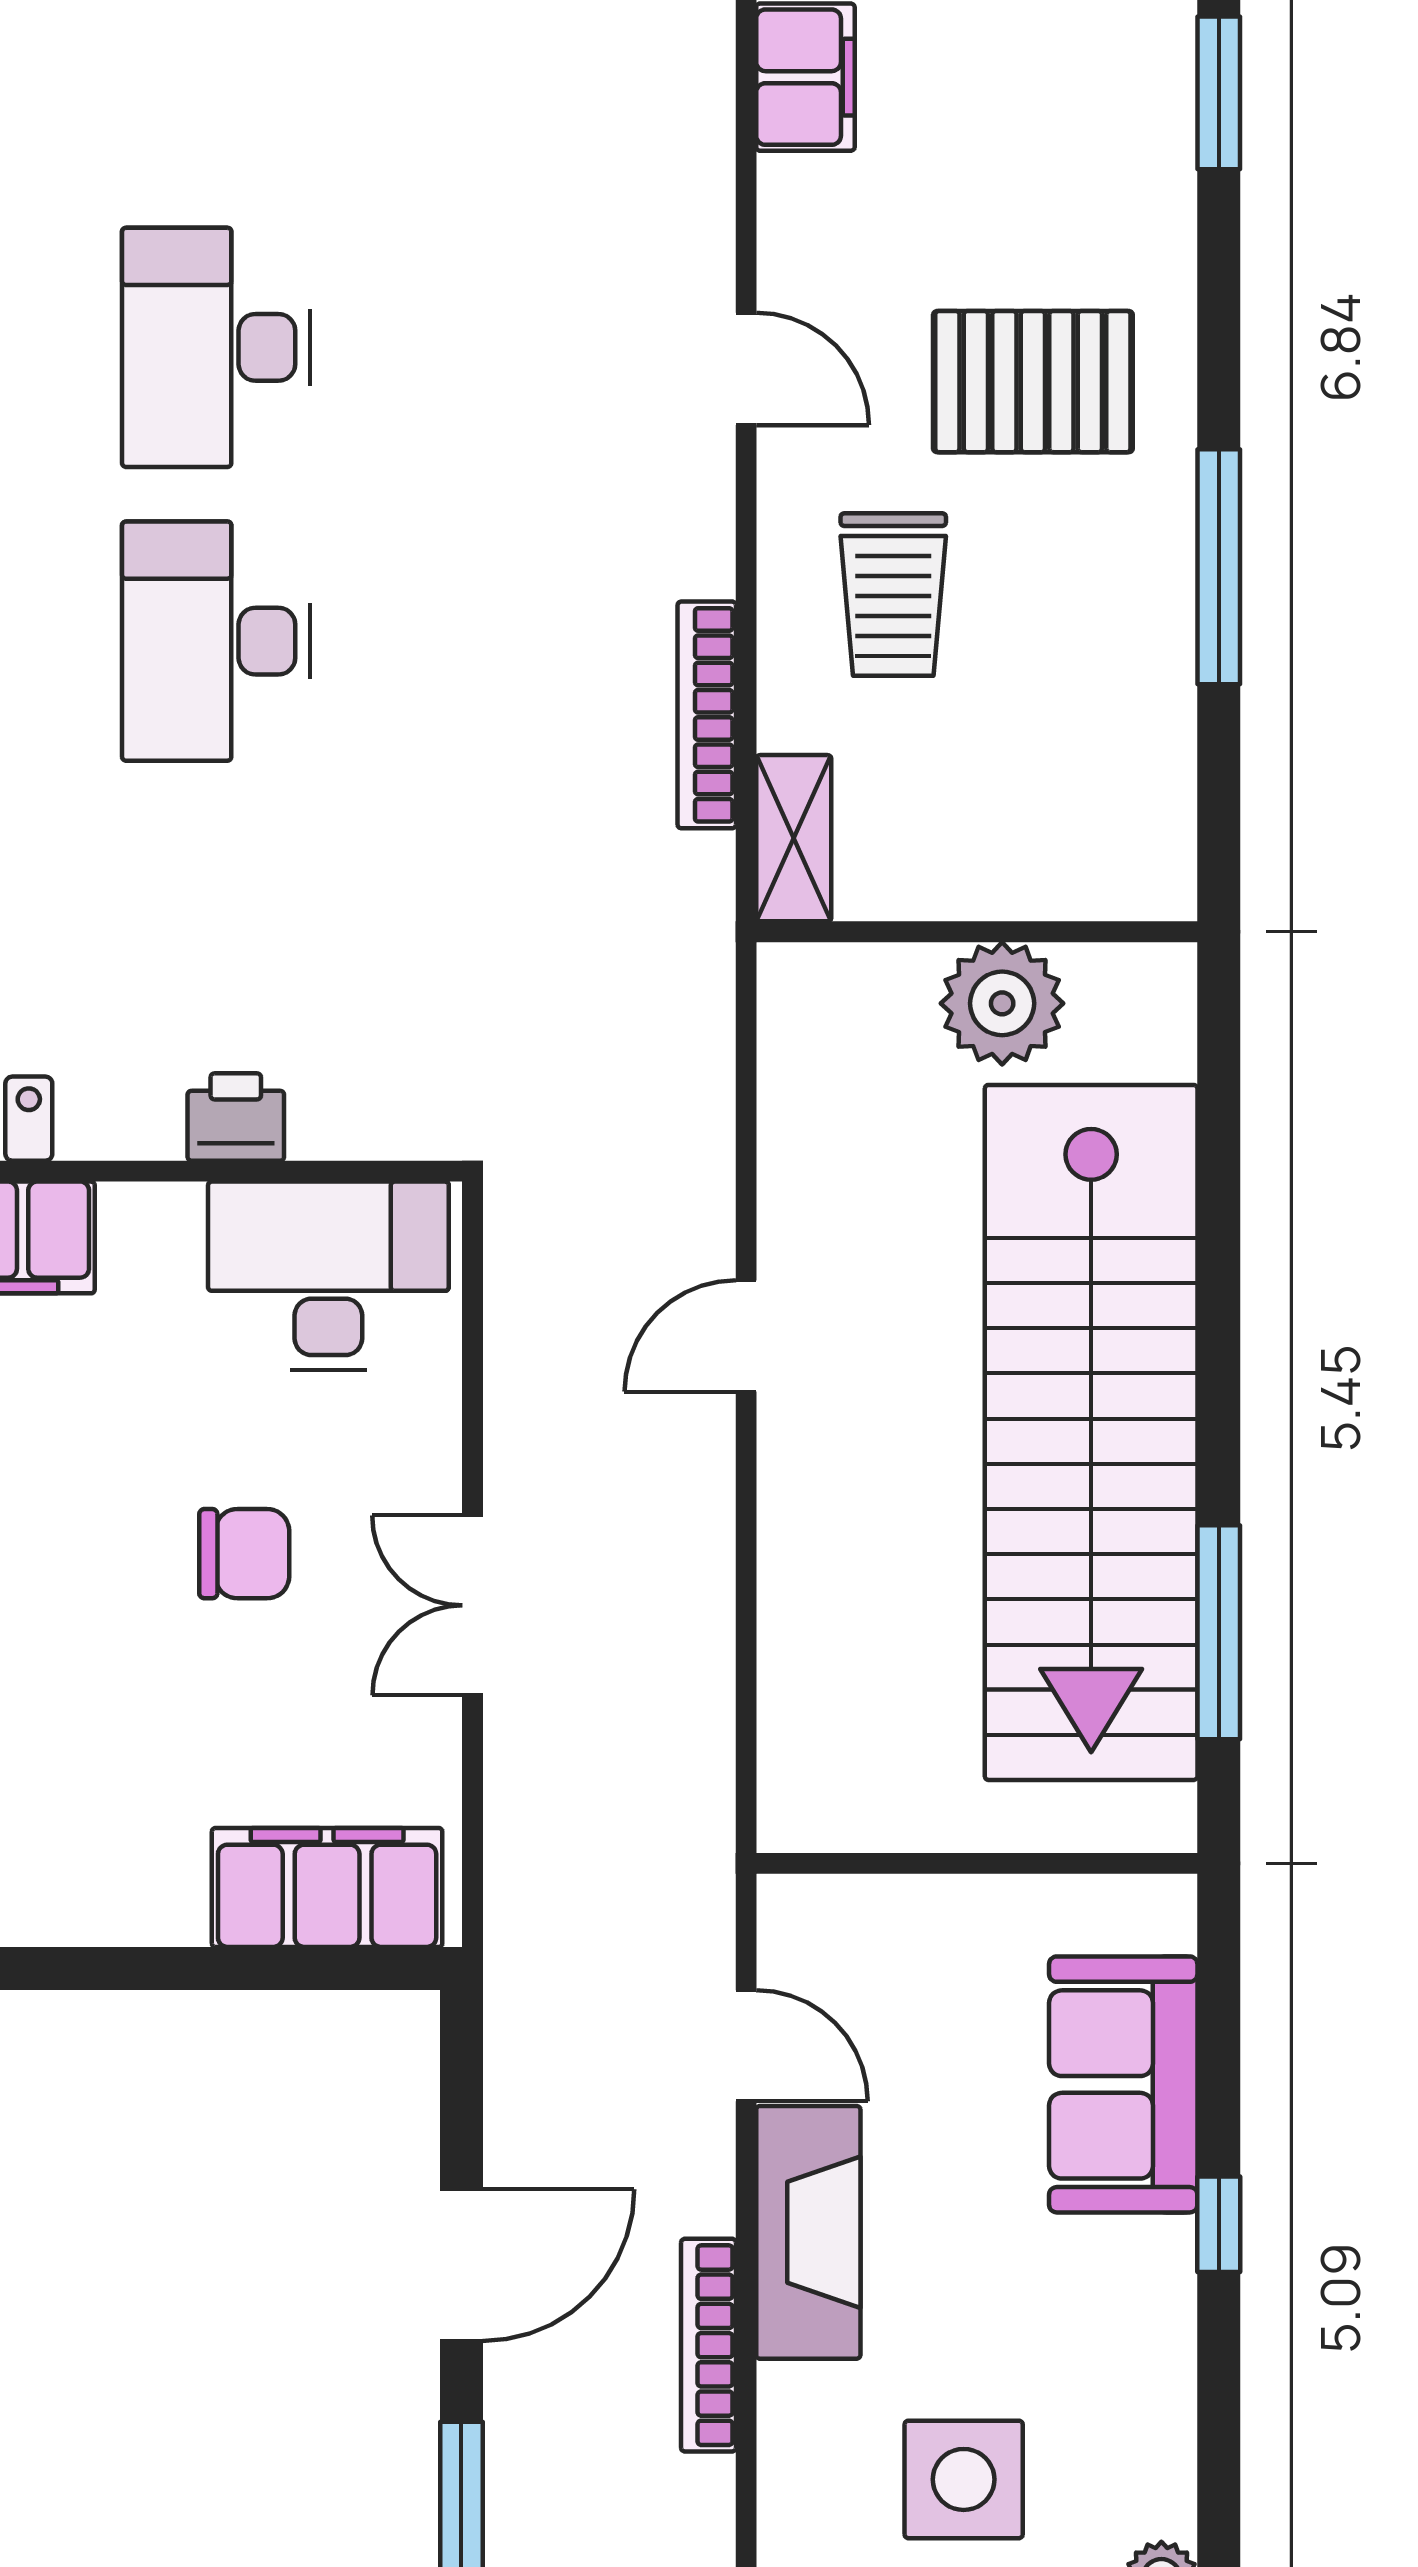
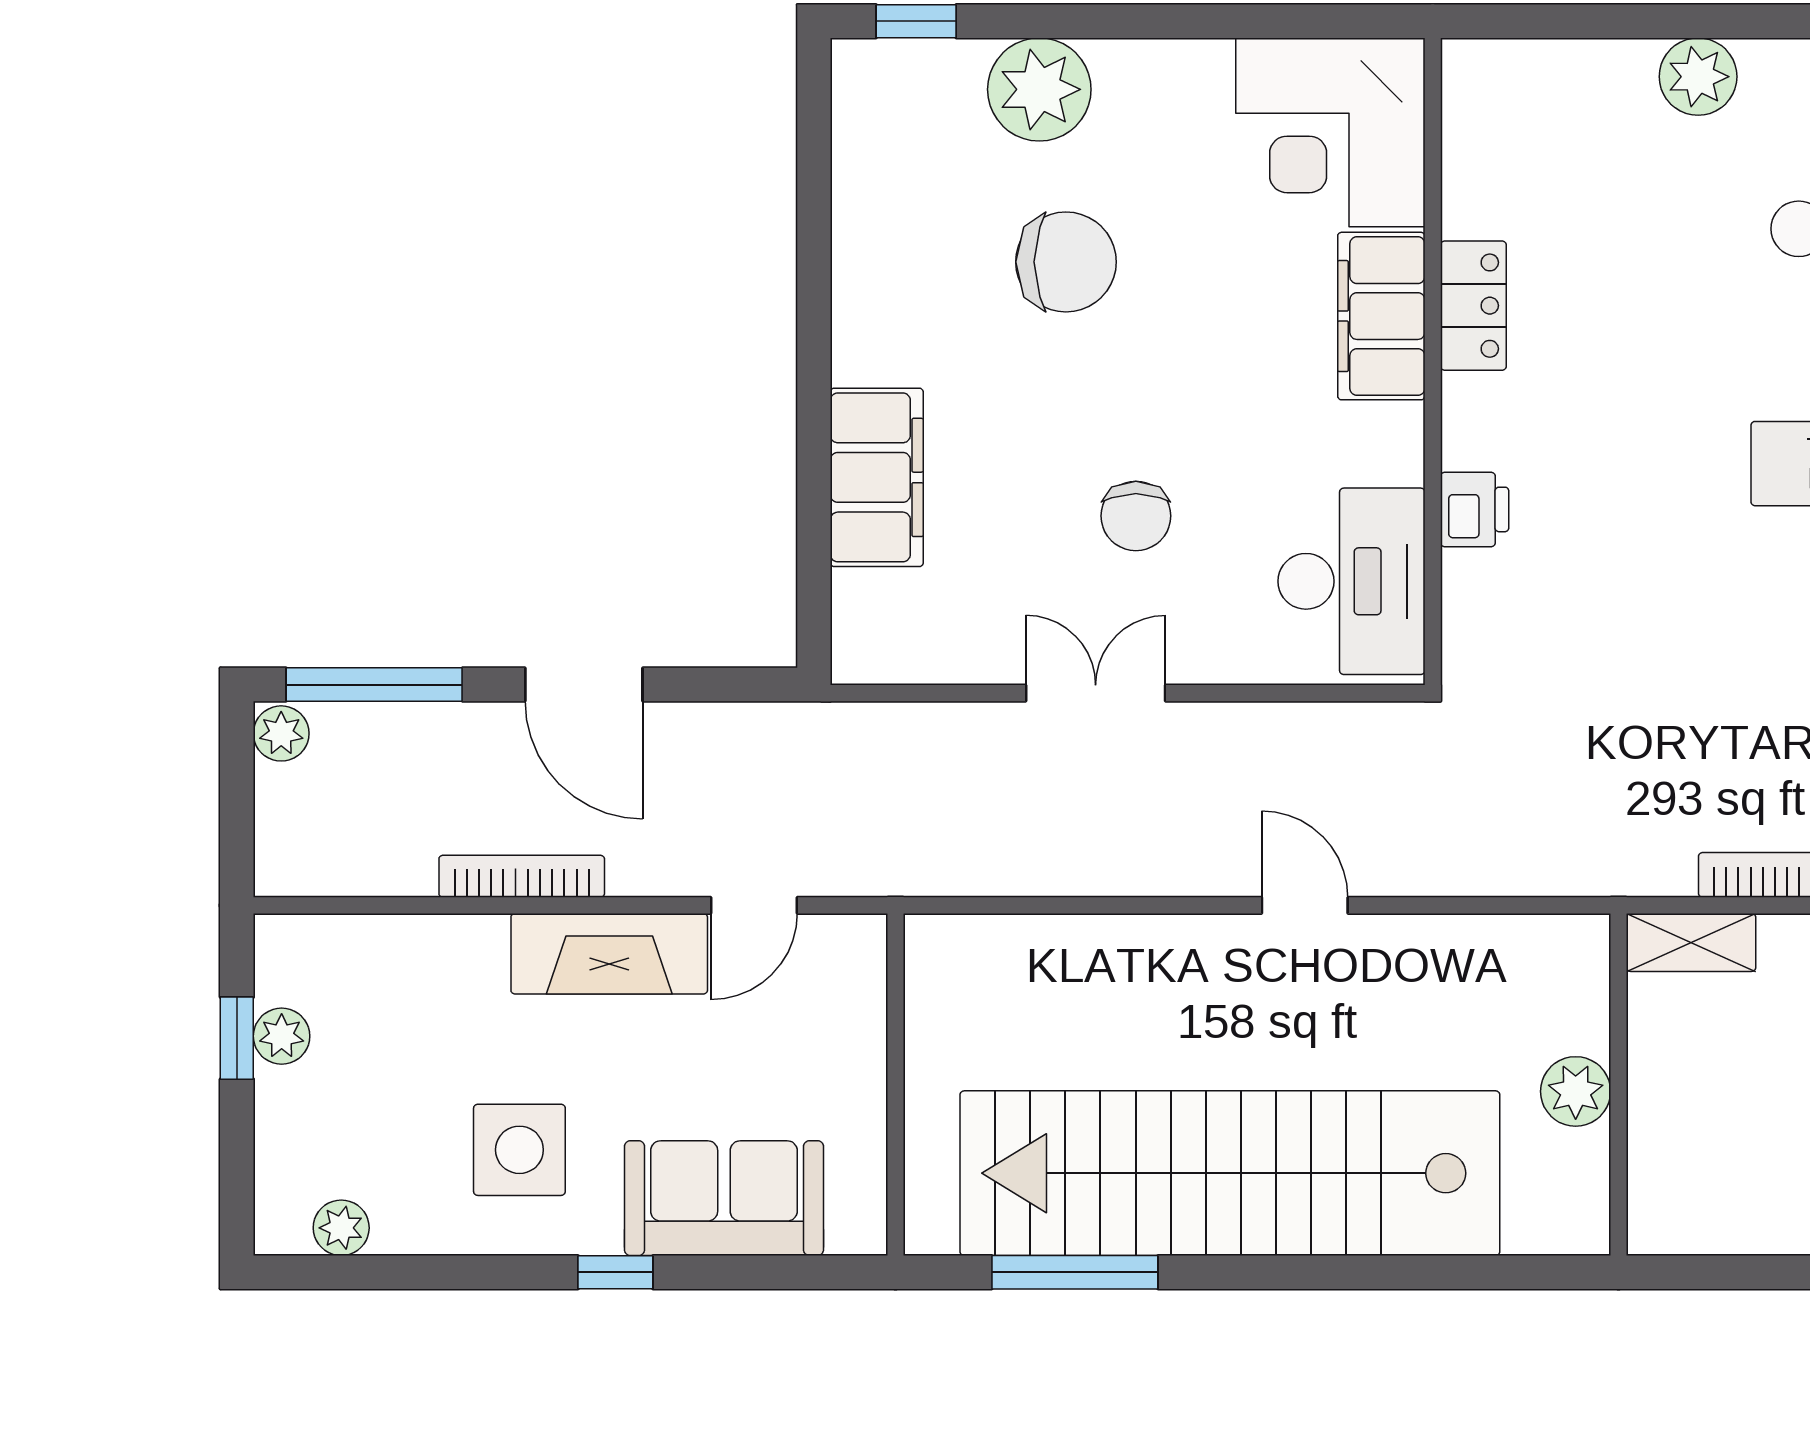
plant: (1002, 1003) -> (1576, 1091), width x0.73, depth x0.73
filing cabinet: (327, 1887) -> (877, 477), moved
side table: (964, 2479) -> (519, 1150), moved

